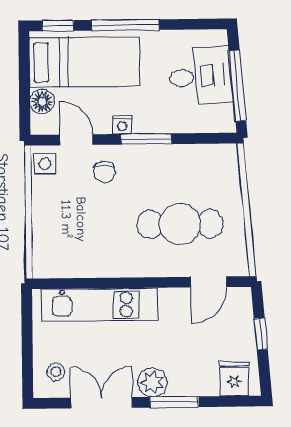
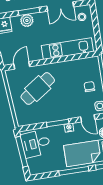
desk: (200, 76) -> (36, 144), moved
chair: (104, 172) -> (89, 87), moved
cafe table: (180, 224) -> (38, 89), turned -34
plant: (153, 382) -> (27, 20), moved

